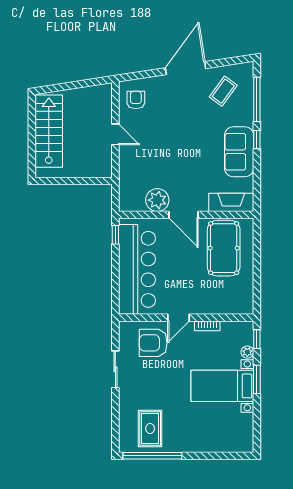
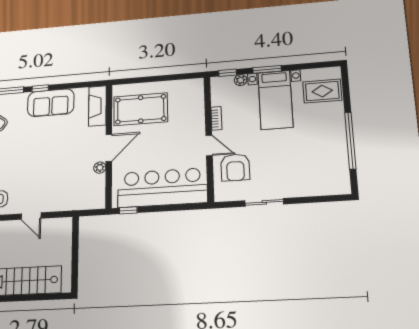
door: (115, 134) -> (31, 216), swing flipped
plant: (157, 200) -> (100, 168), width x0.53, depth x0.53
rug: (150, 428) -> (322, 91), moved
window: (152, 456) -> (350, 141), moved

